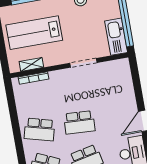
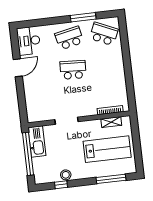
school desk: (40, 129) -> (108, 66), removed

